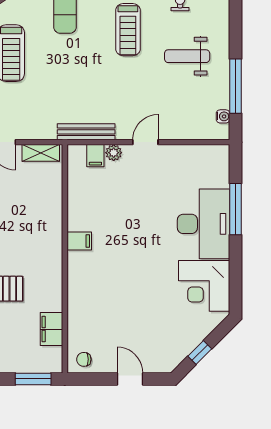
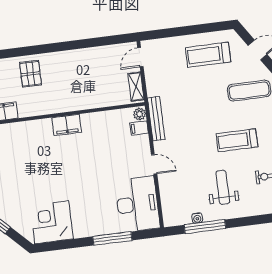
water cooler: (223, 116) -> (197, 218), moved
plant: (114, 153) -> (140, 114), moved
desk: (204, 224) -> (137, 204), moved, turned -90
filing cabinet: (79, 241) -> (67, 125), width x2.00

